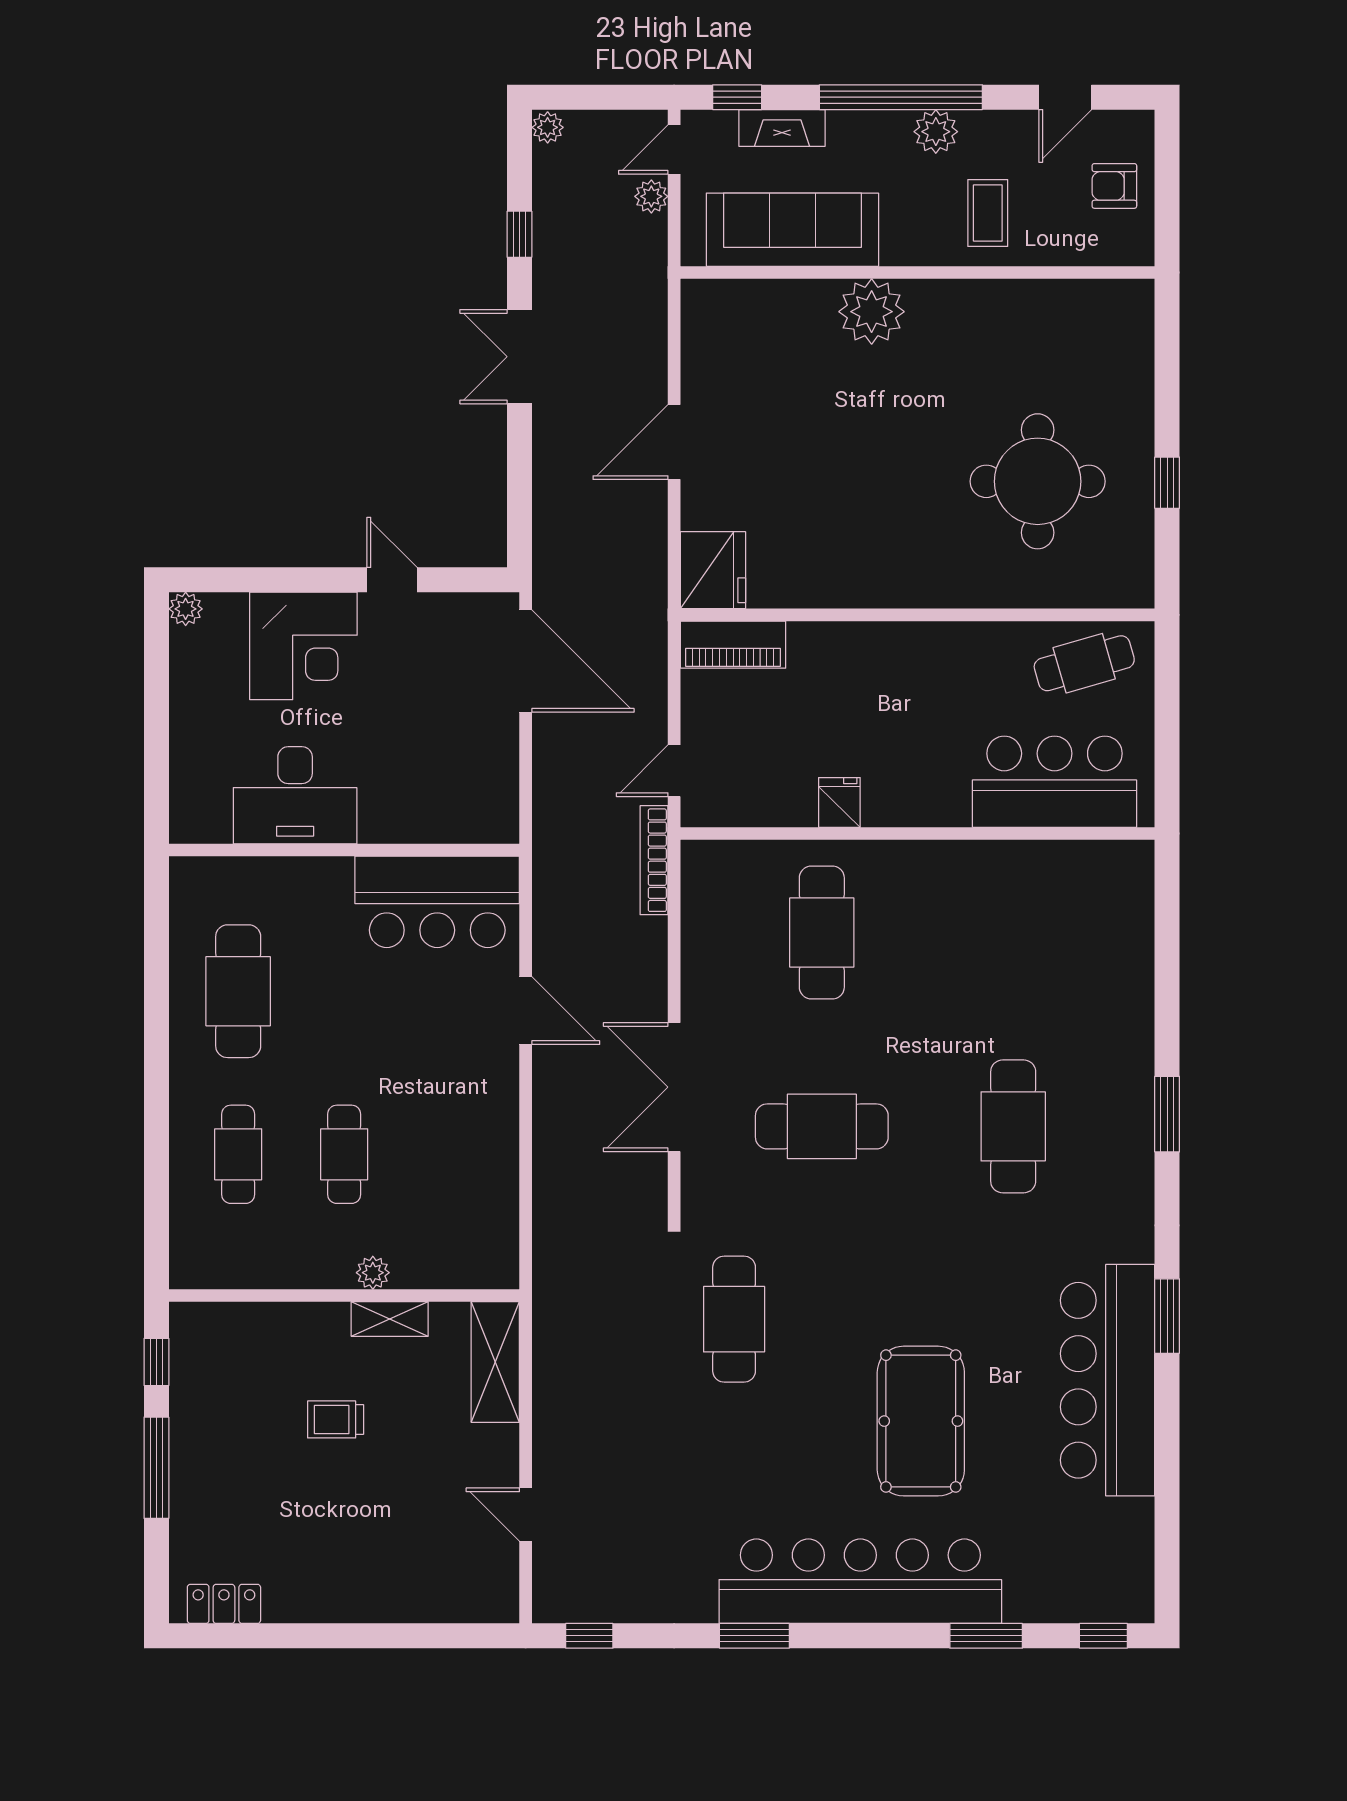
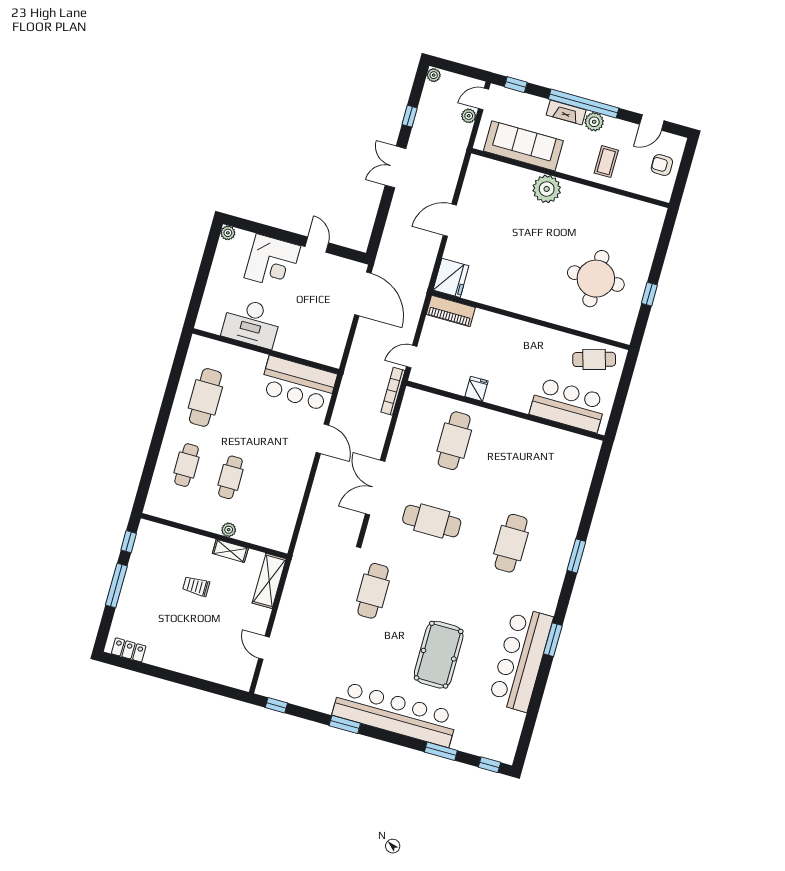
fireplace: (782, 128) -> (566, 112), moved

